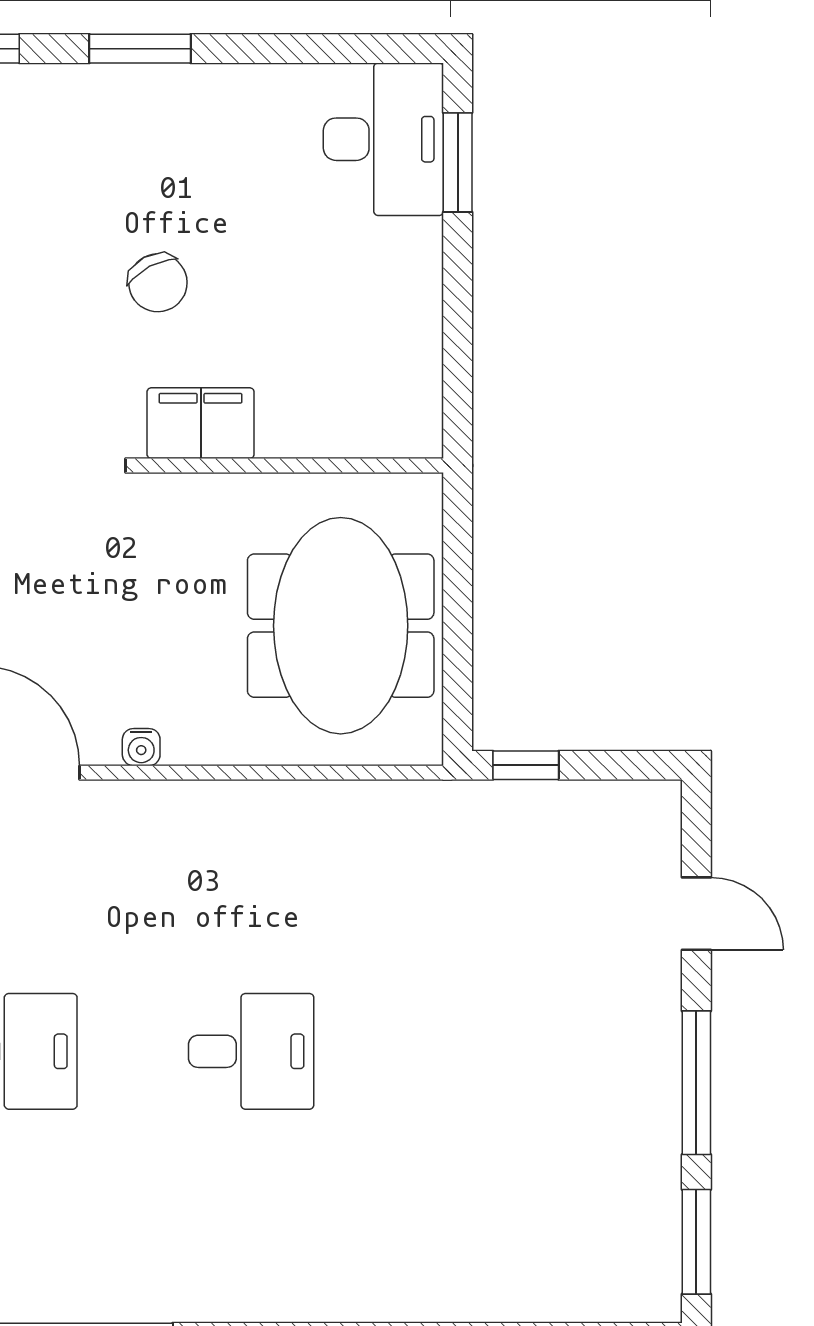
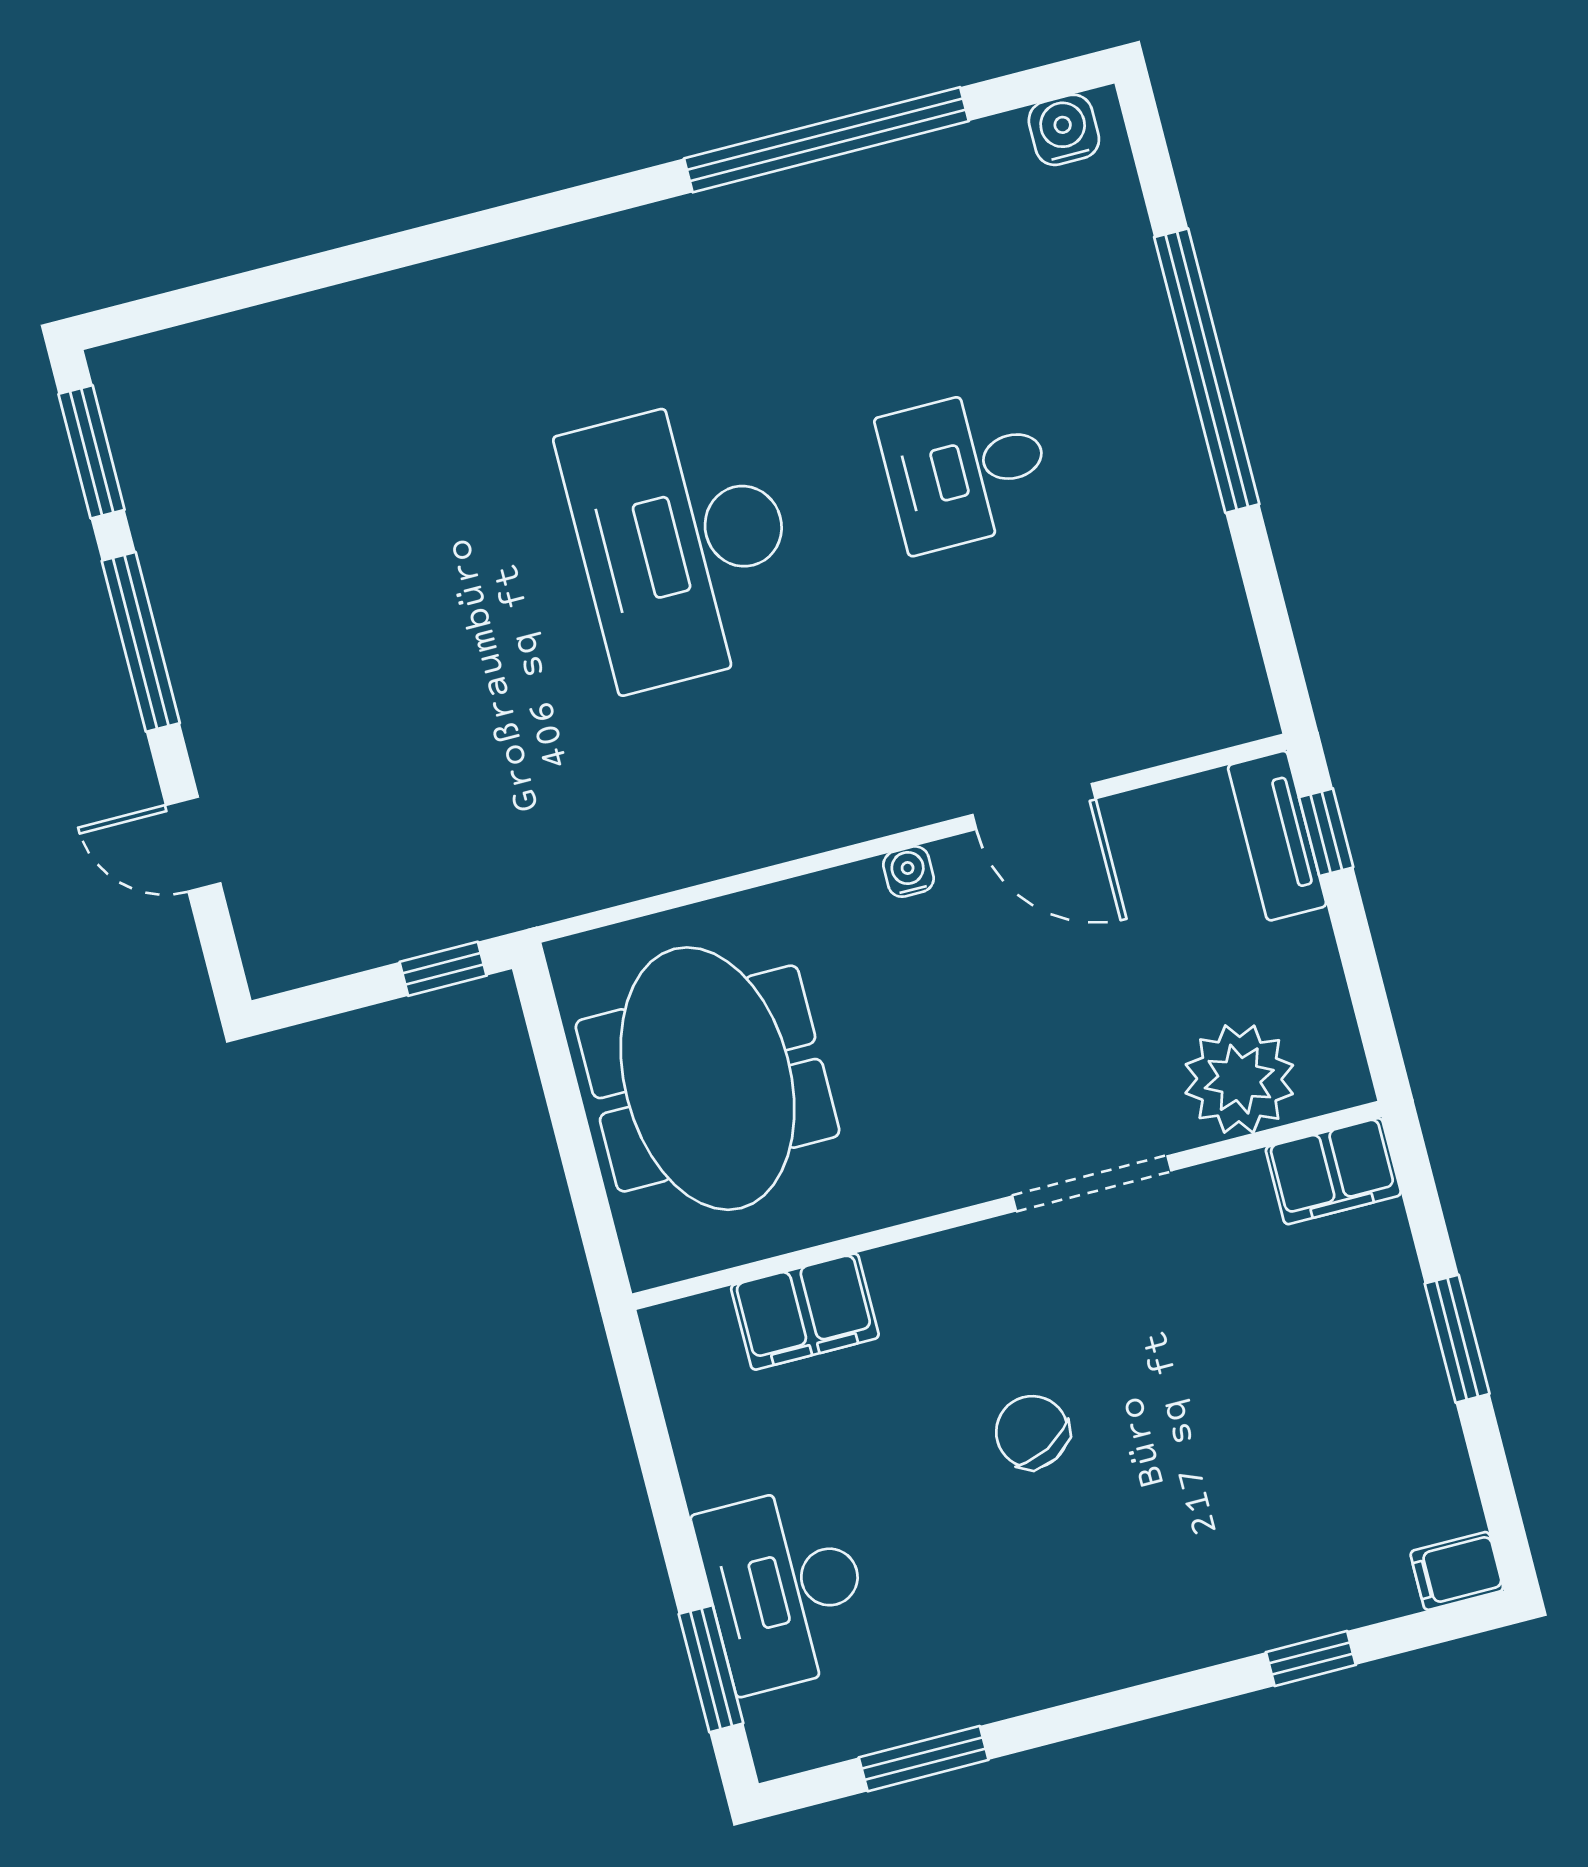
window: (140, 49) -> (924, 1759), moved
desk: (383, 139) -> (785, 1588), moved
filing cabinet: (201, 423) -> (805, 1312), moved
desk: (251, 1051) -> (683, 542), width x1.87, depth x1.30

